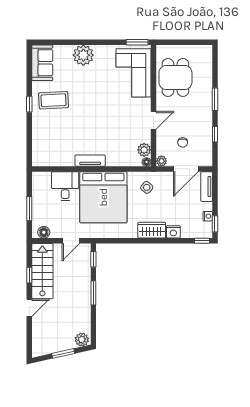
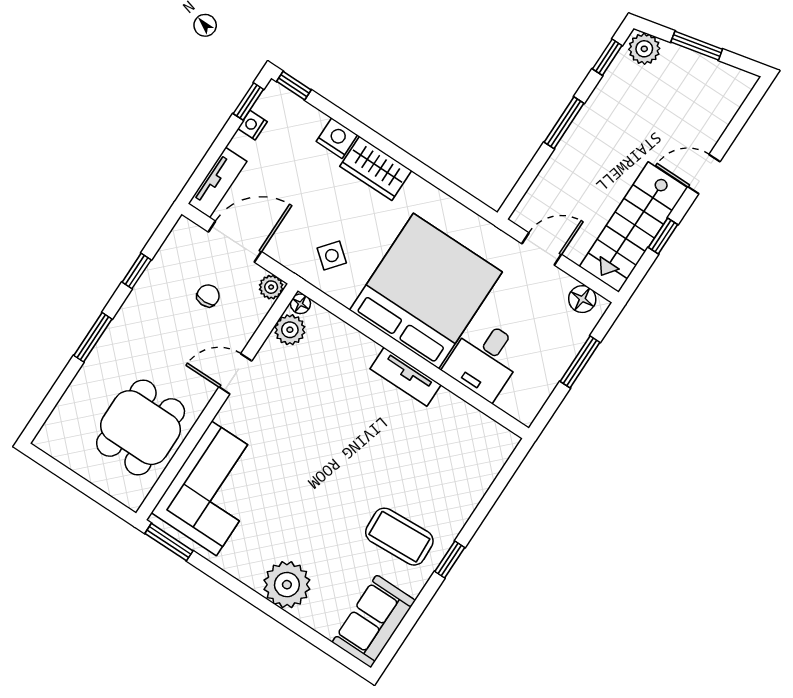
window: (93, 259) -> (607, 57), moved

